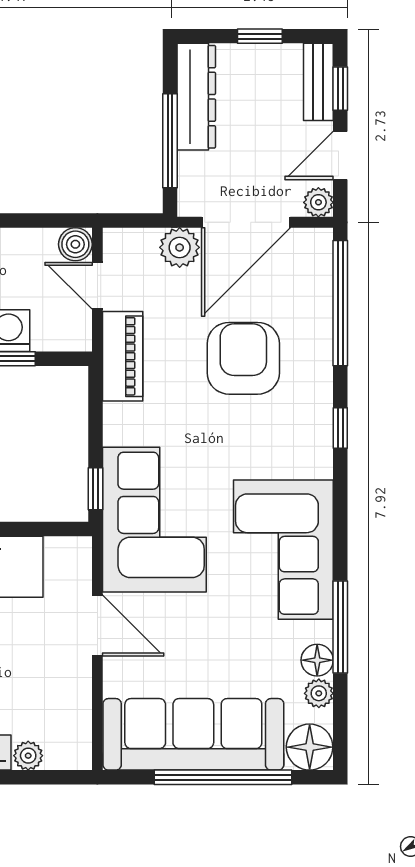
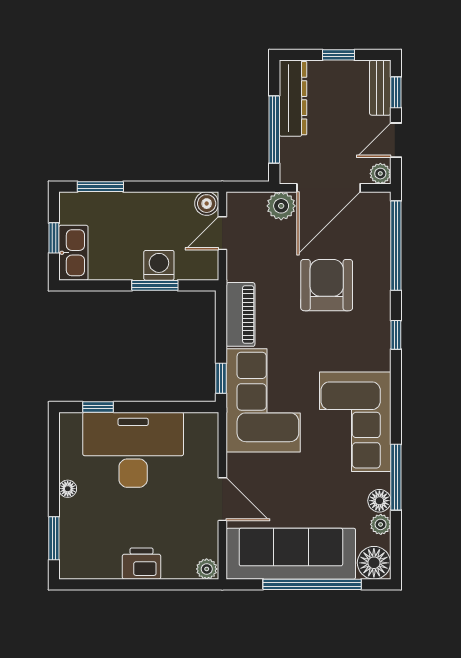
door: (97, 286) -> (222, 233), hinge flipped
piano: (123, 356) -> (240, 314), moved
door: (97, 626) -> (222, 499), moved
plant: (28, 756) -> (207, 569), moved

